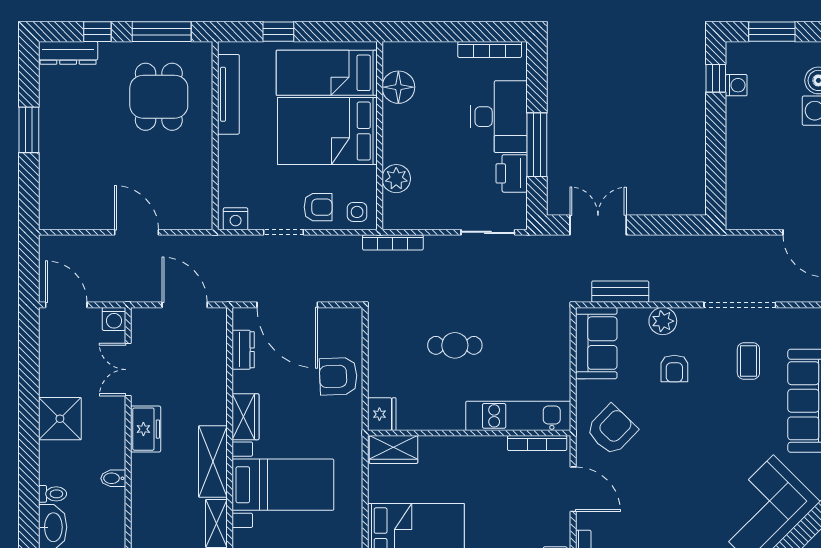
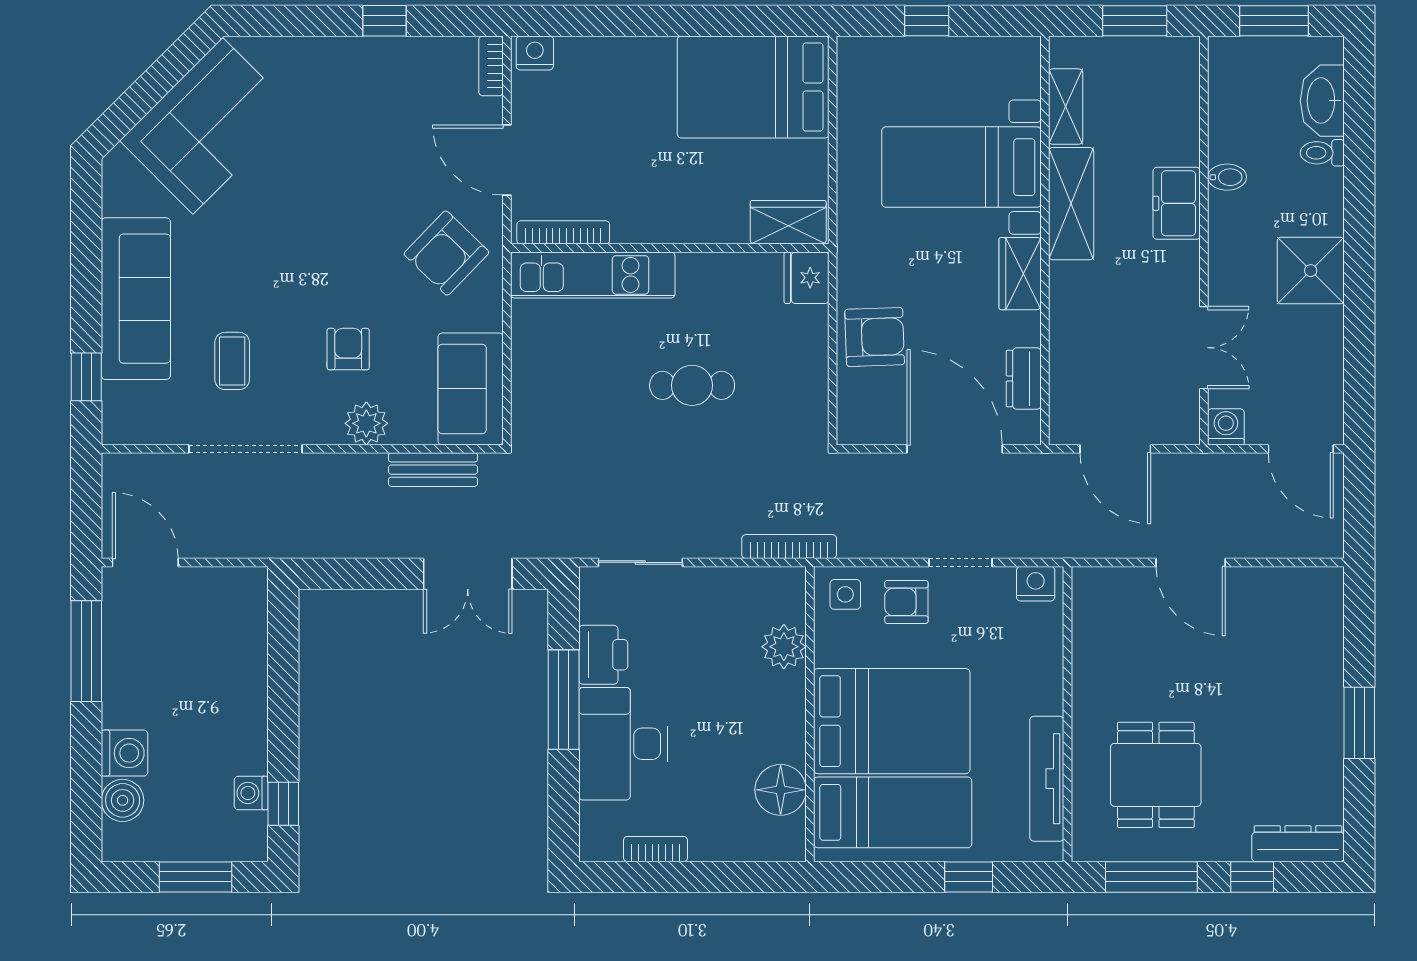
bookcase: (490, 49) -> (655, 849), width x0.64
freezer: (146, 429) -> (1177, 203), moved

